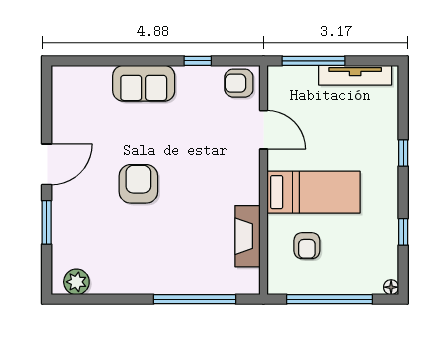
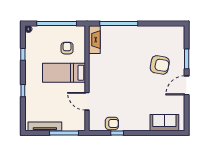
sofa: (144, 83) -> (164, 123), moved
armchair: (239, 83) -> (112, 123), moved
armchair: (138, 184) -> (160, 65), moved, turned -80
fireplace: (247, 236) -> (94, 40), moved
plant: (76, 282) -> (173, 31), removed

